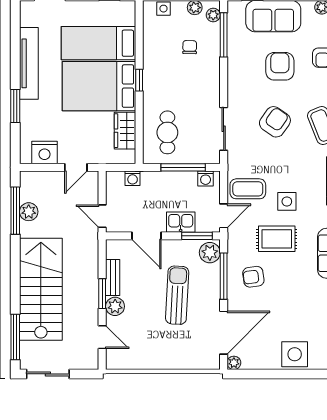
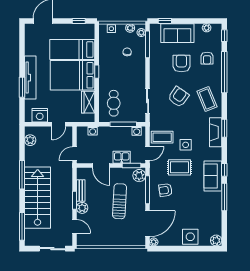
tv unit: (29, 63) -> (30, 78), moved
window: (15, 211) -> (22, 175), moved
plant: (29, 212) -> (30, 140), moved
door: (102, 216) -> (74, 154), hinge flipped
sliding door: (48, 374) -> (52, 249), moved

